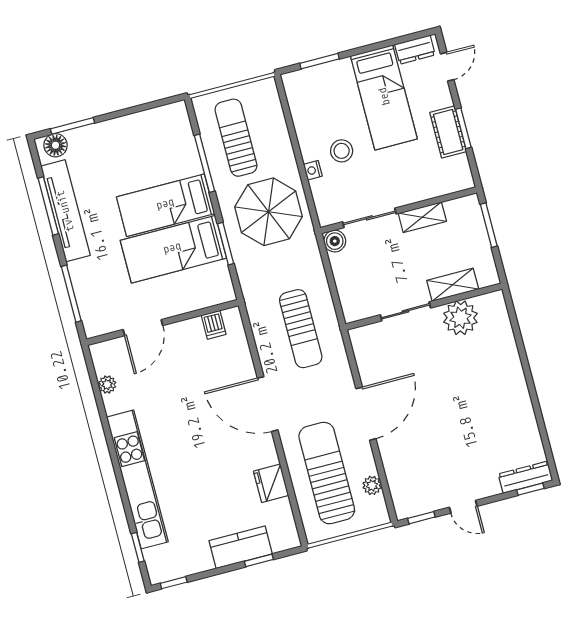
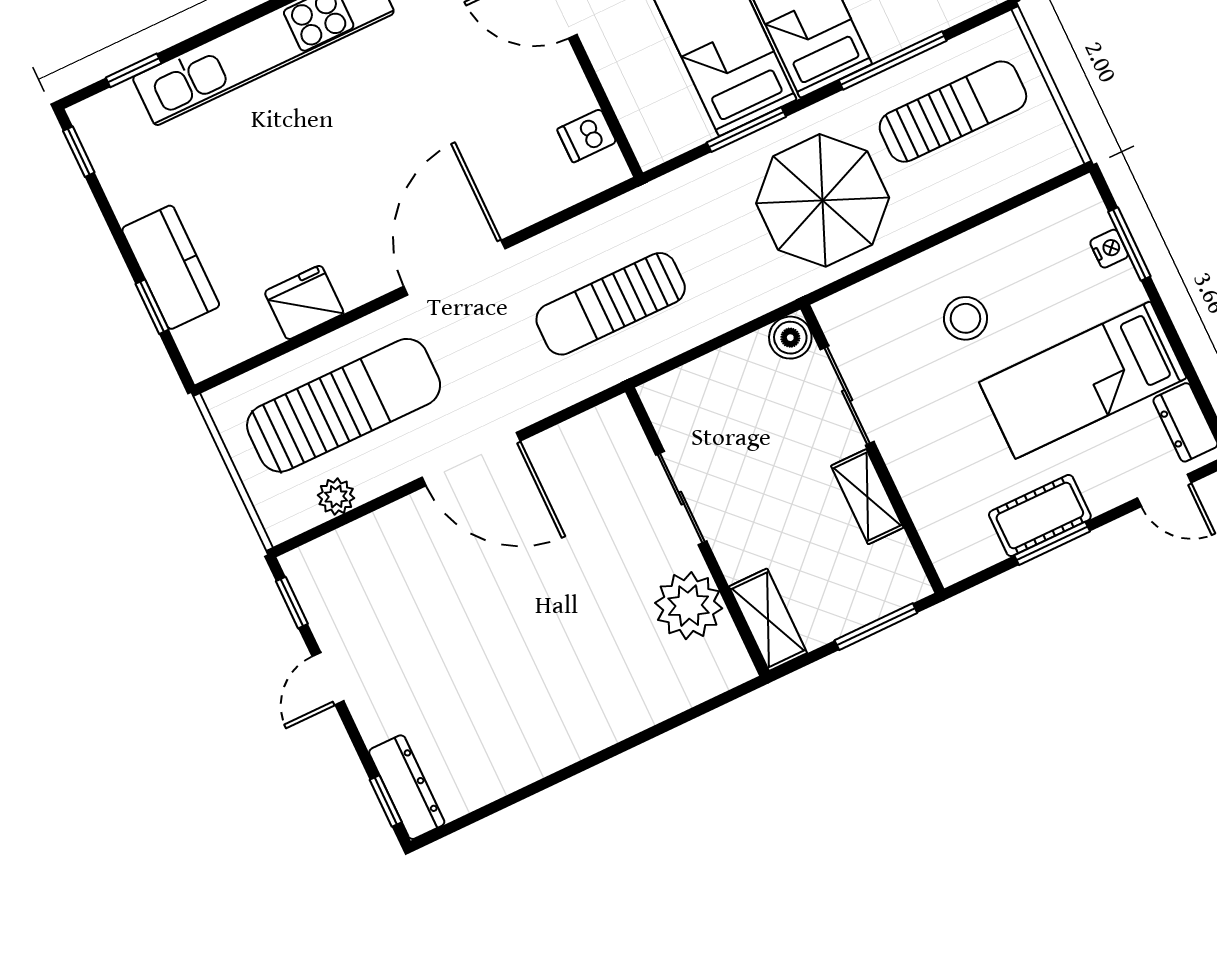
nightstand: (313, 170) -> (1109, 249), moved, turned 90
shelving: (453, 285) -> (768, 620), moved

